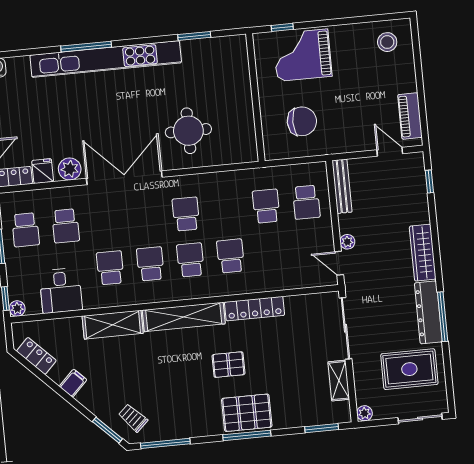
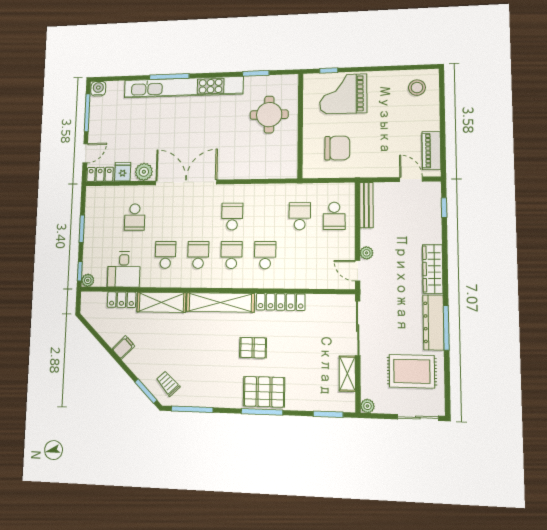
round table: (188, 131) -> (269, 115), moved
school desk: (25, 230) -> (103, 217), removed
locker: (36, 356) -> (122, 300), moved, turned 135

